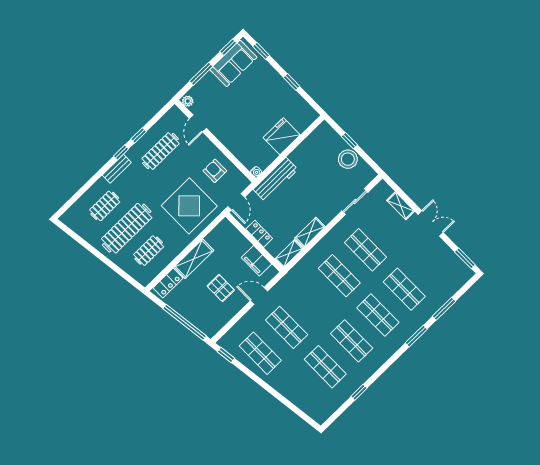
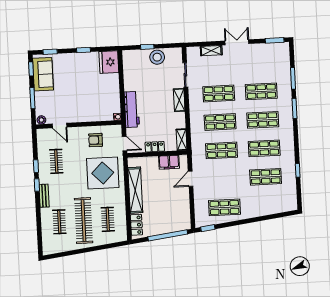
fridge: (282, 136) -> (109, 62), moved
clothes rail: (161, 151) -> (56, 161), width x0.73
shelving: (310, 232) -> (179, 100), moved
shelving: (194, 259) -> (135, 190), width x1.47
pallet: (221, 288) -> (166, 197), removed
shop shelf: (287, 327) -> (222, 150), moved

